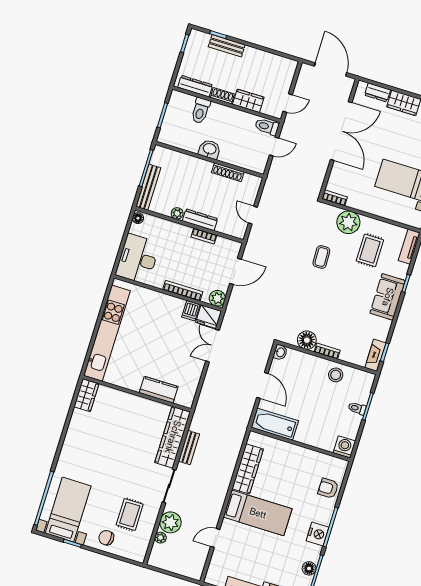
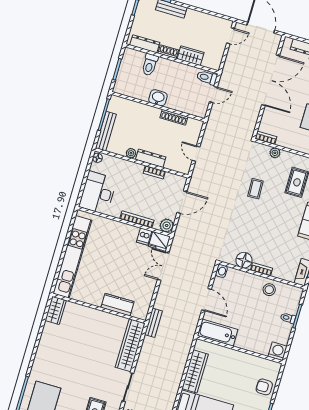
door: (288, 103) -> (231, 36), moved
plant: (348, 222) -> (275, 153), width x0.53, depth x0.53
bench: (189, 448) -> (153, 323), moved

